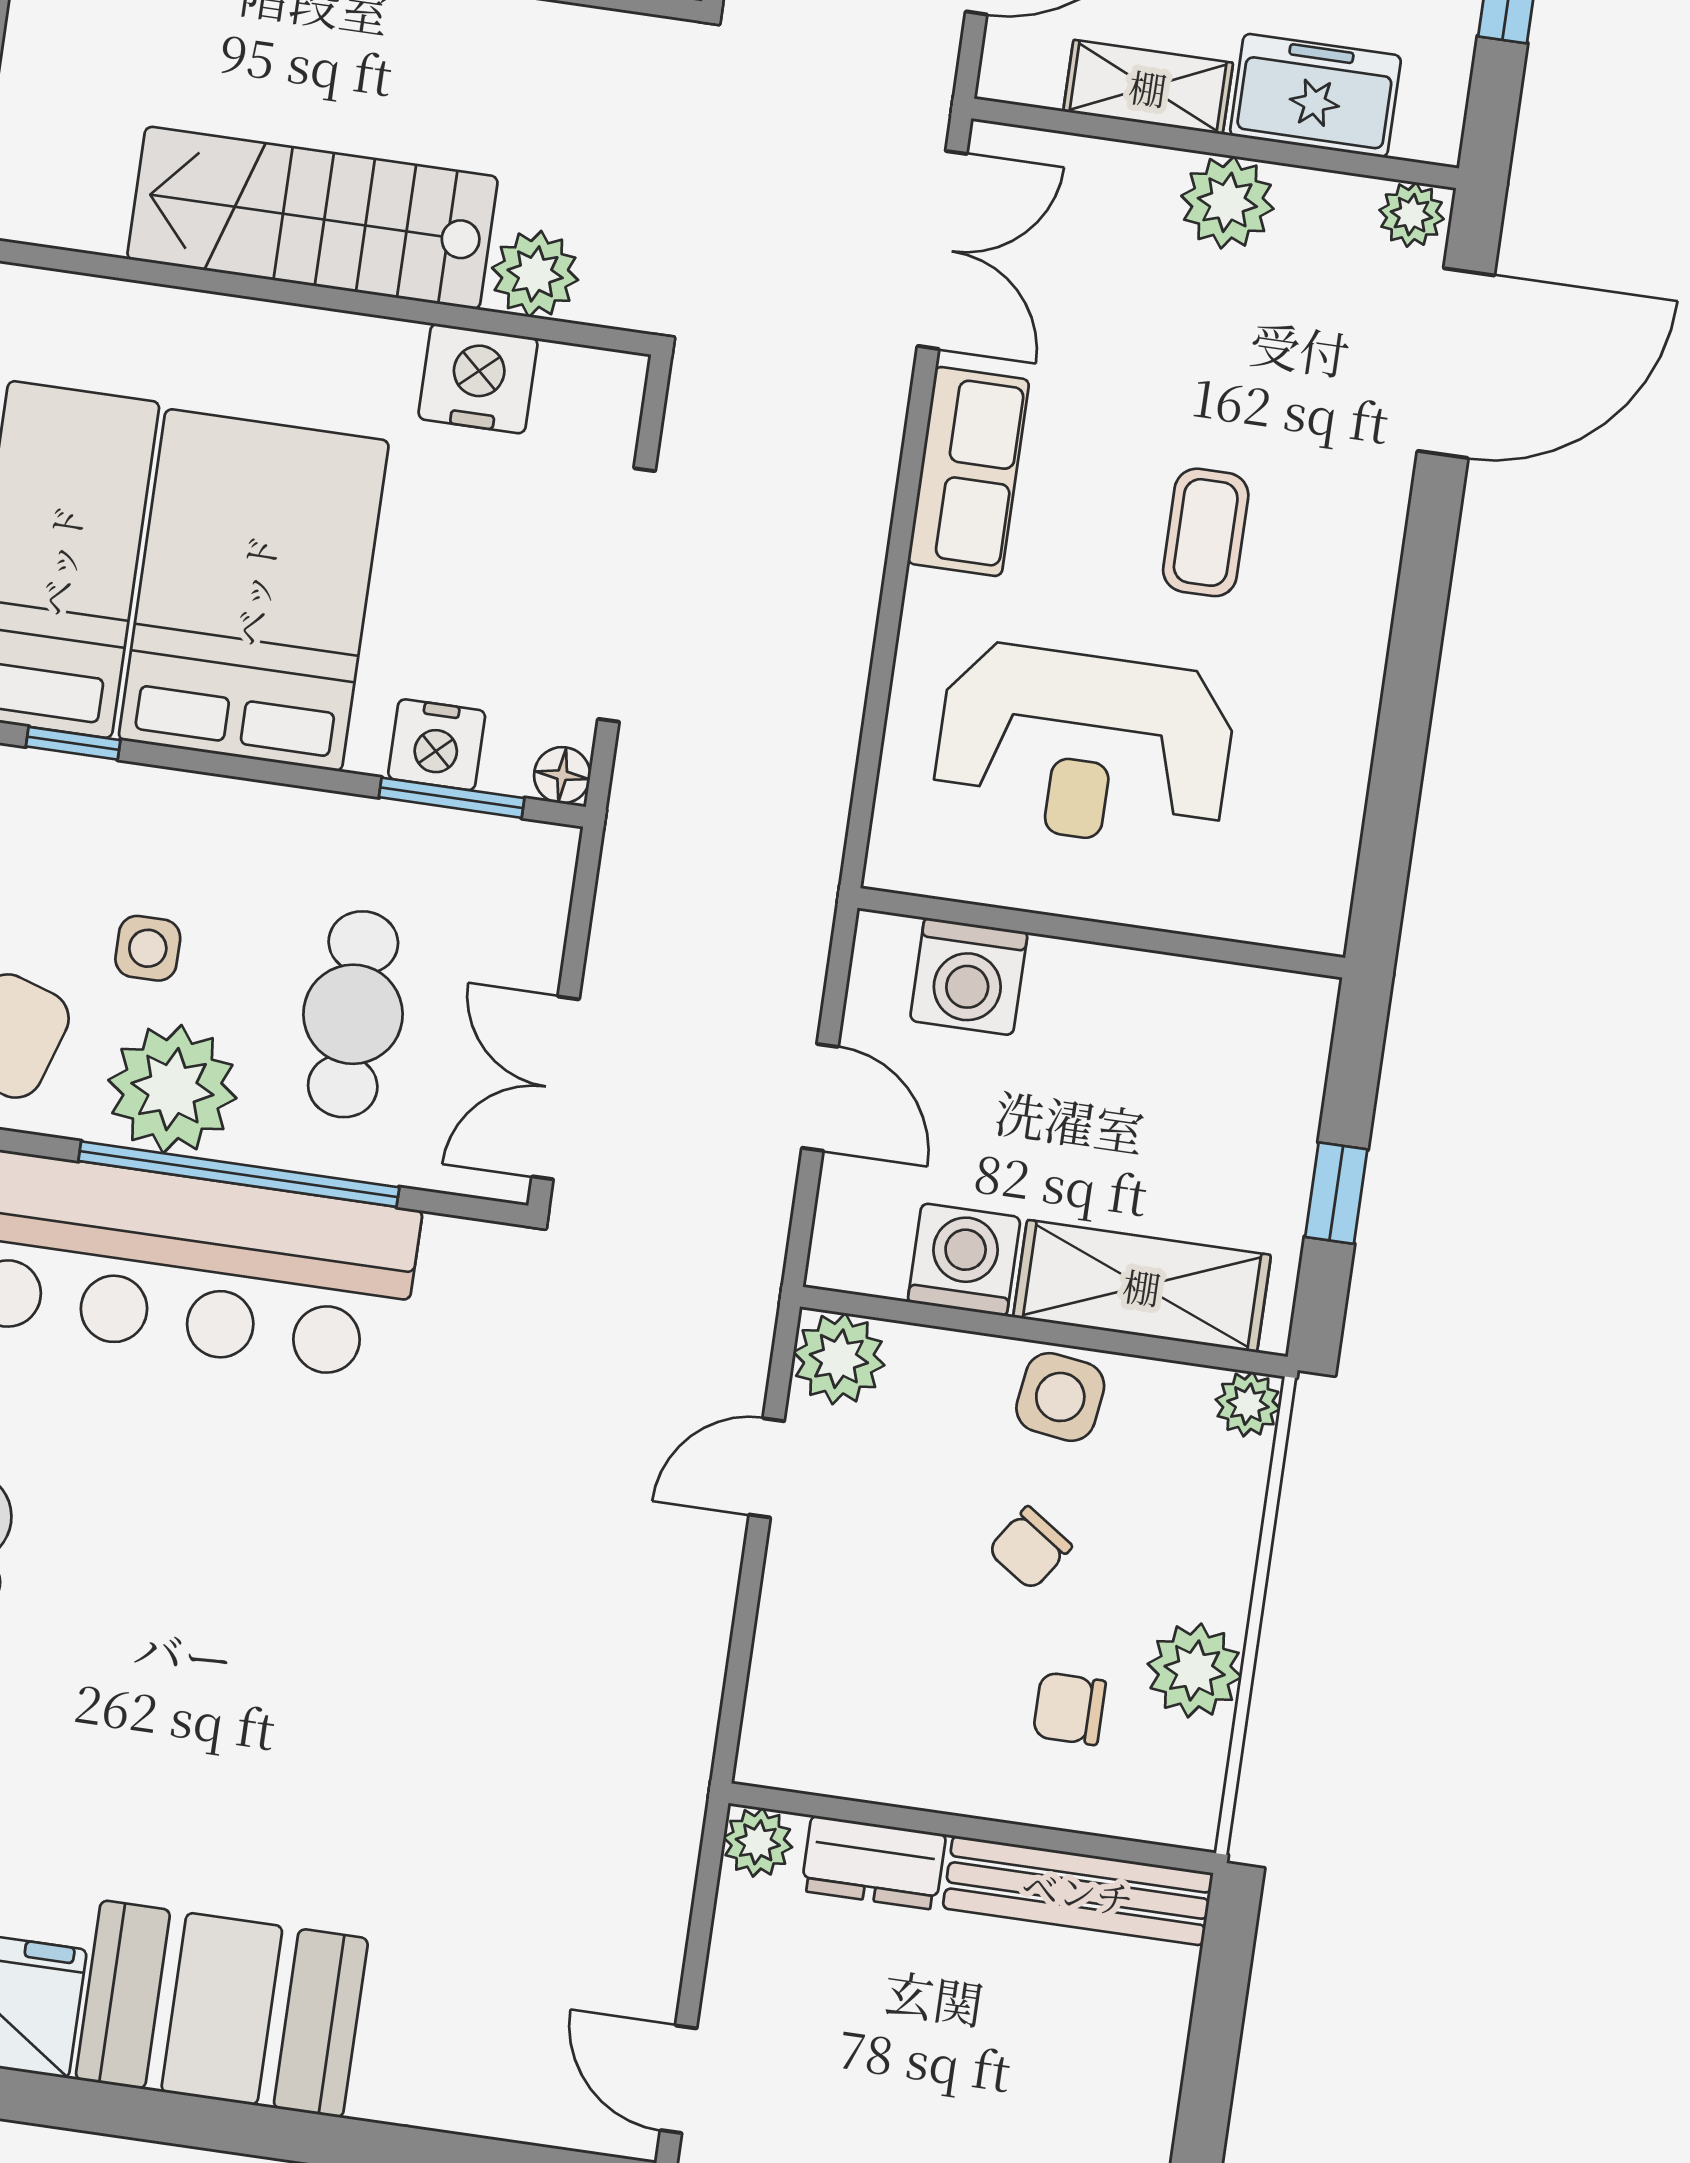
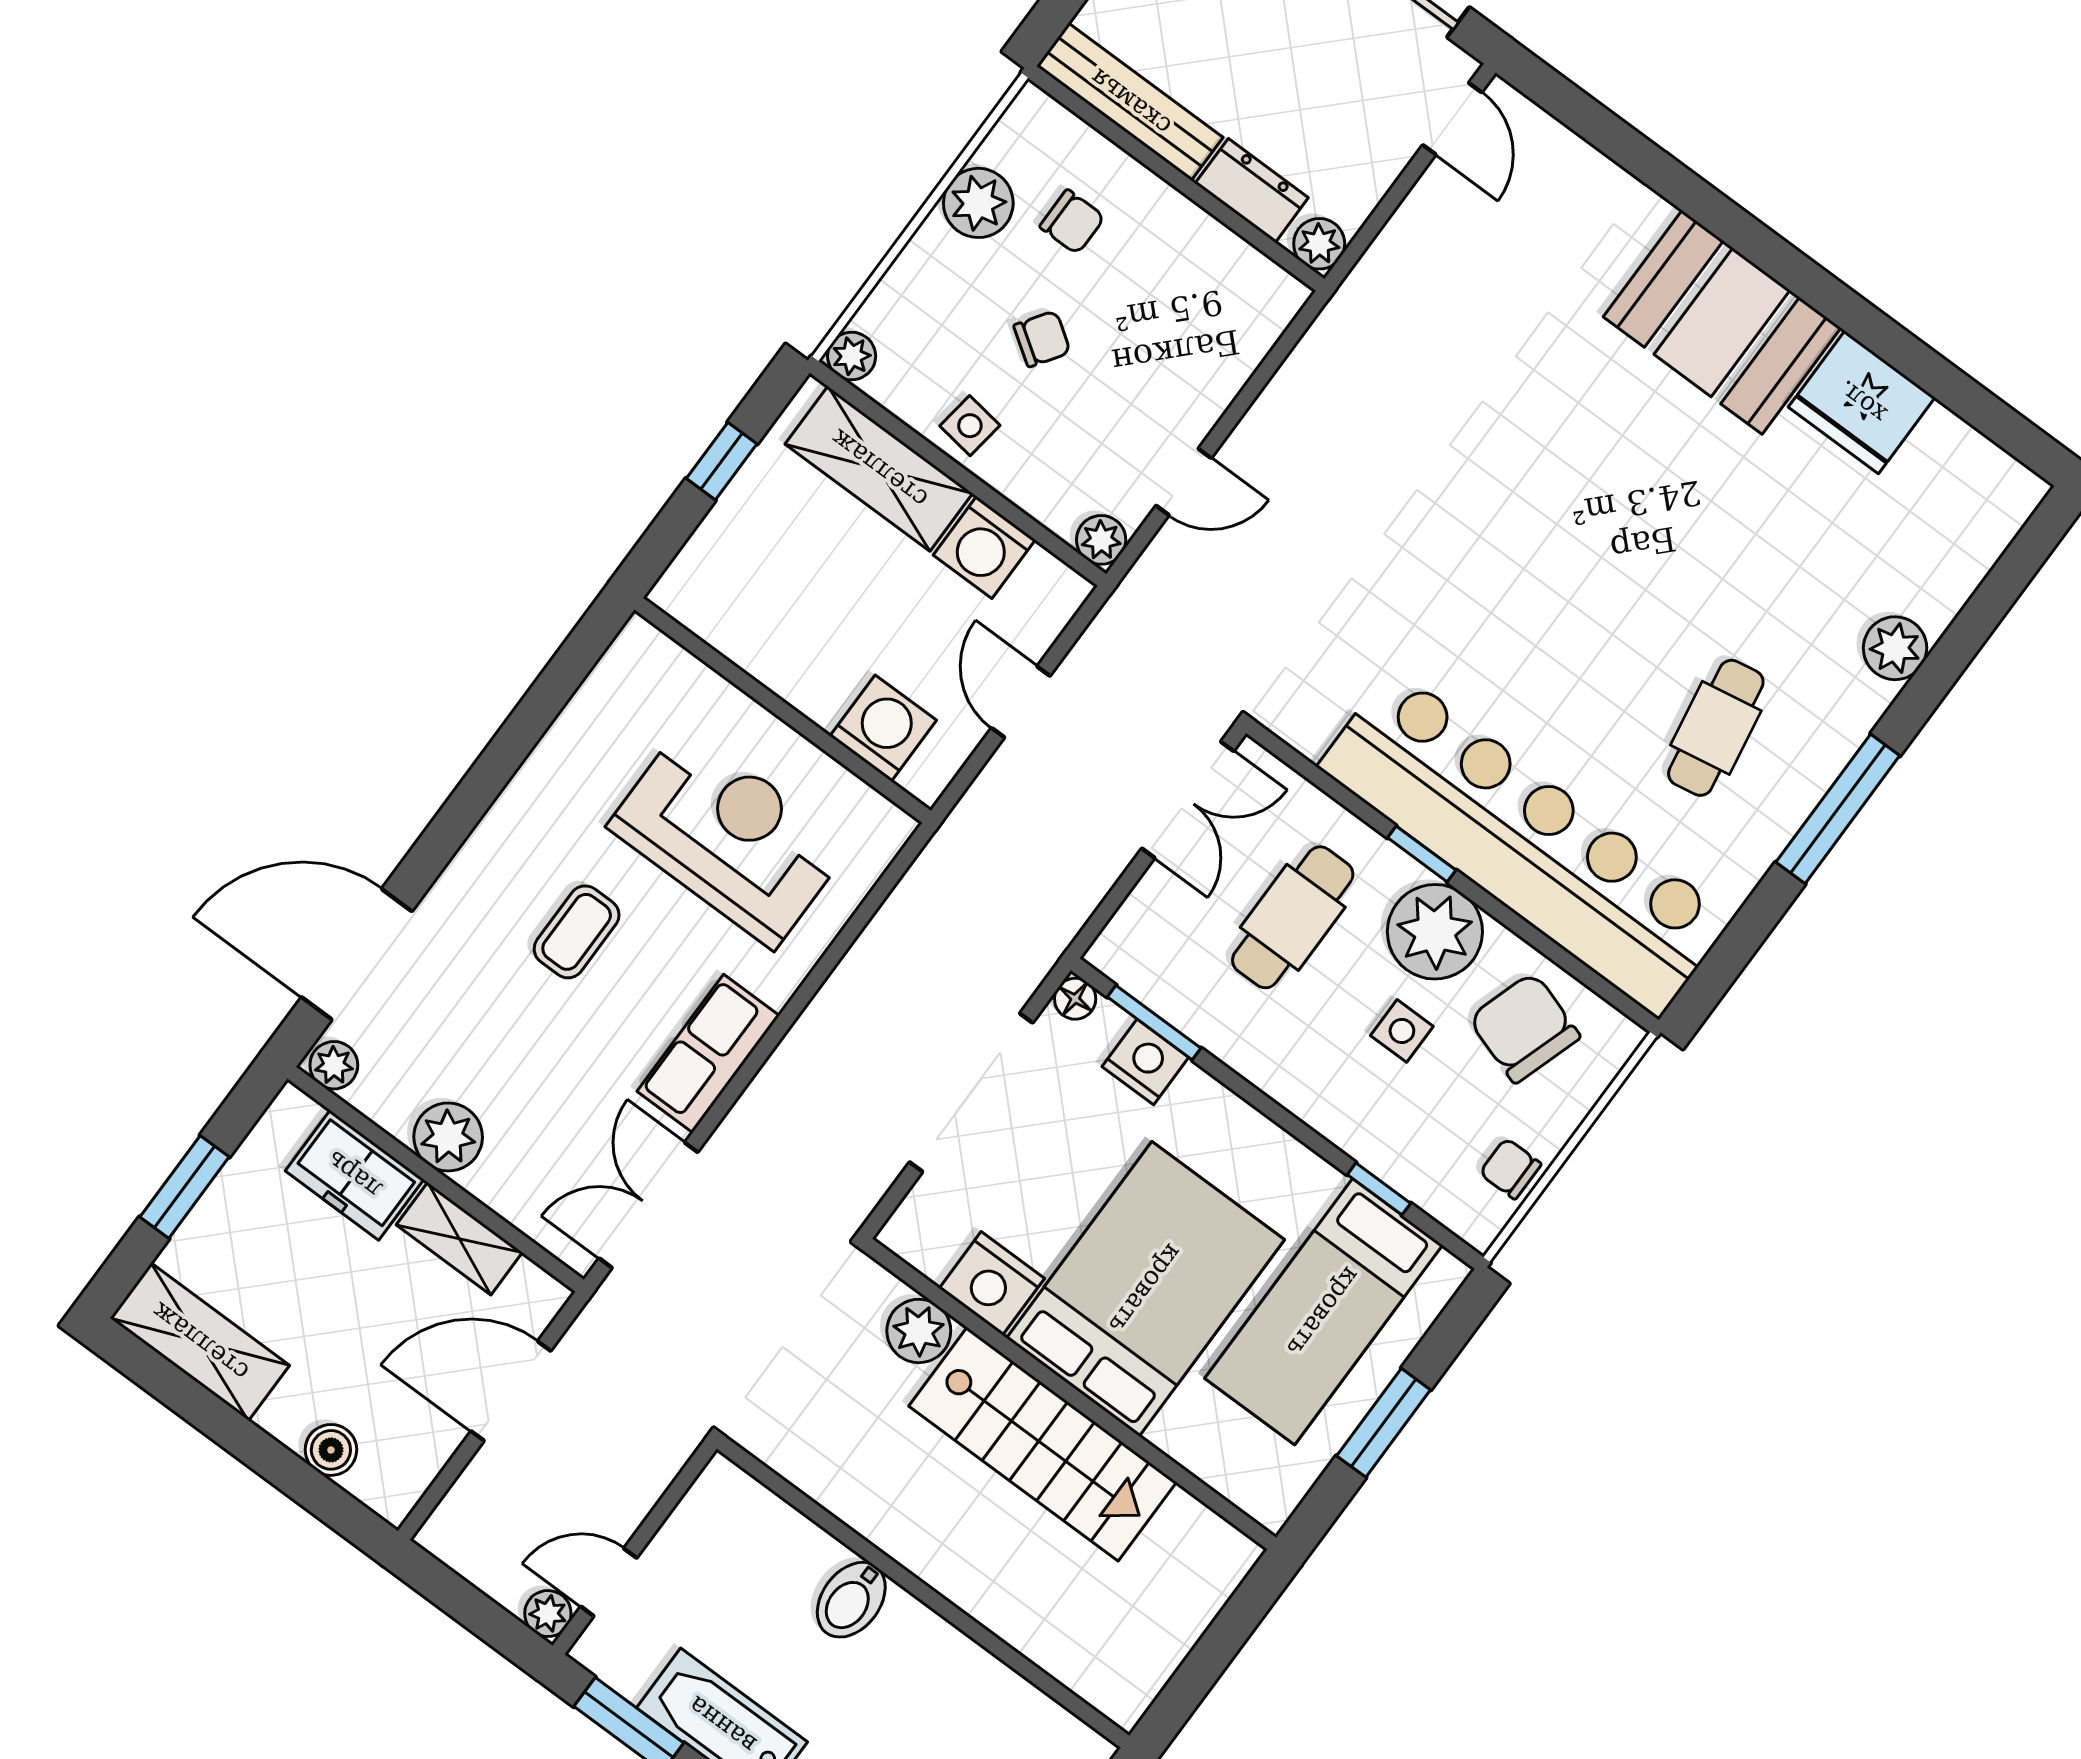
bed: (254, 590) -> (1146, 1289), moved, turned 180
window: (239, 1174) -> (1422, 854), width x0.32
plant: (839, 1359) -> (1101, 540), width x0.73, depth x0.73
side table: (1060, 1397) -> (970, 426), width x0.73, depth x0.73

